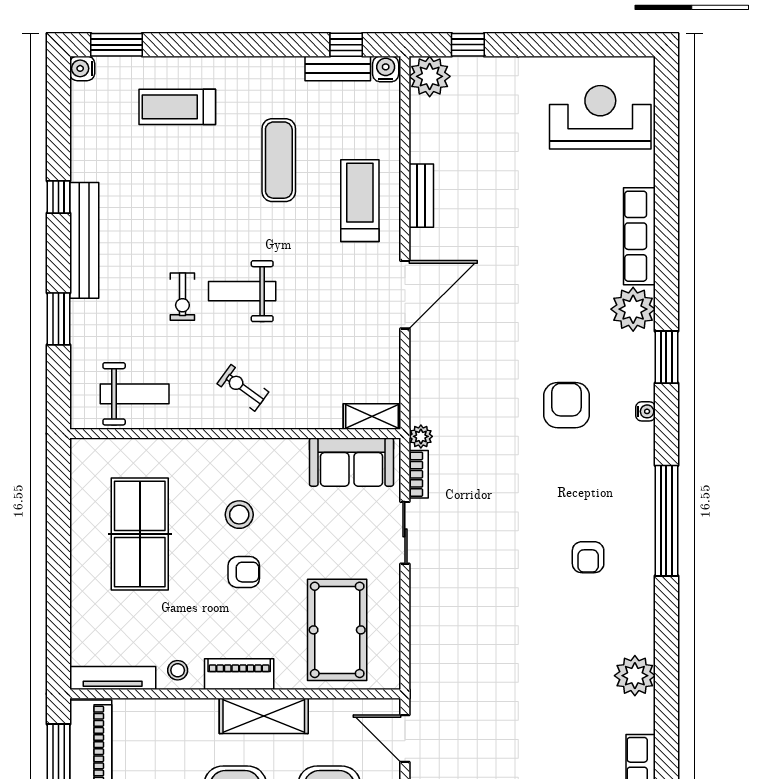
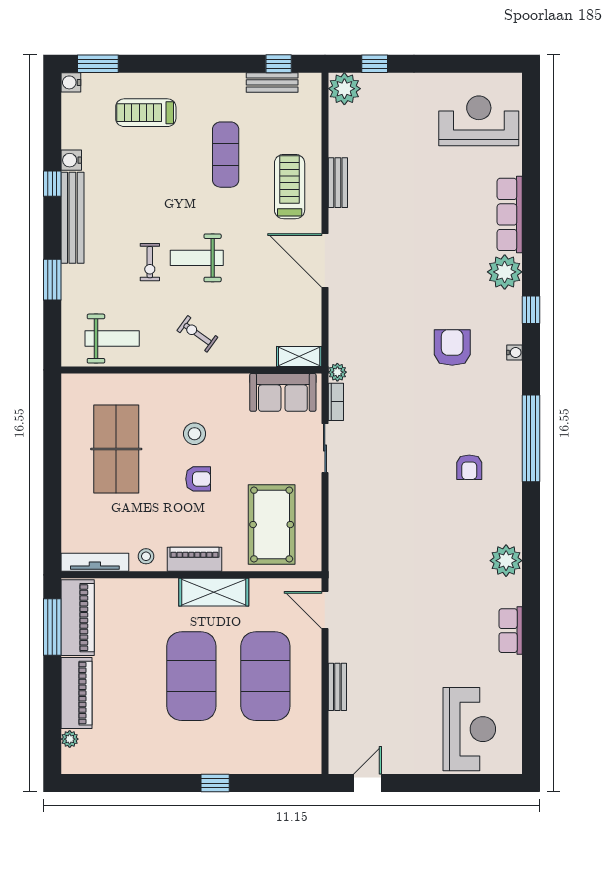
water cooler: (386, 69) -> (71, 160), moved, turned -90
door: (405, 295) -> (325, 260), swing flipped
window: (666, 357) -> (531, 310), width x0.67

